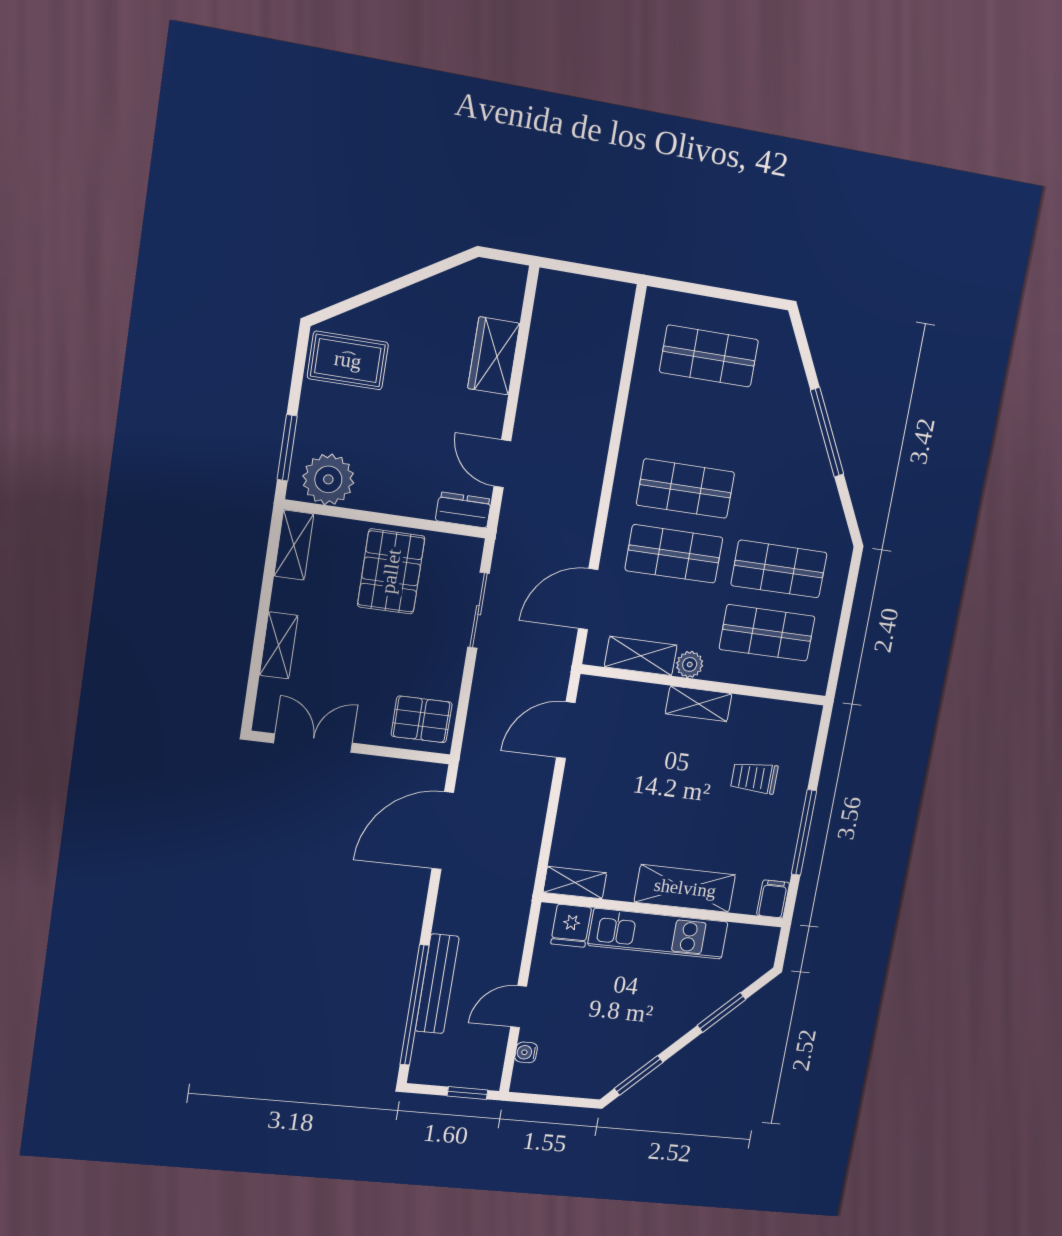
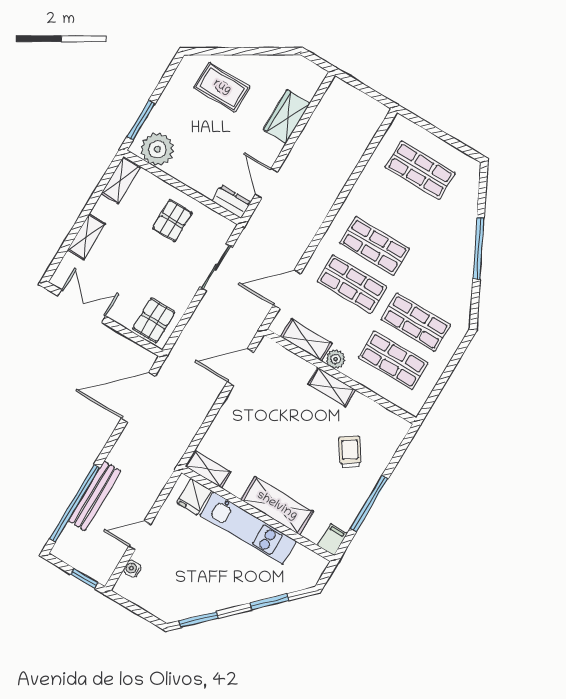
rug: (348, 360) -> (222, 87), moved
pallet: (391, 571) -> (172, 221), width x0.67, depth x0.71
pallet: (422, 719) -> (154, 320), turned 90
trolley: (754, 778) -> (350, 452), turned 56

